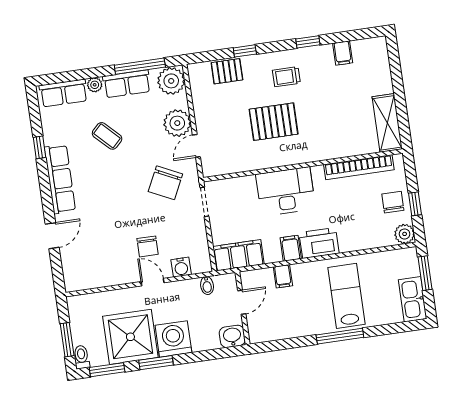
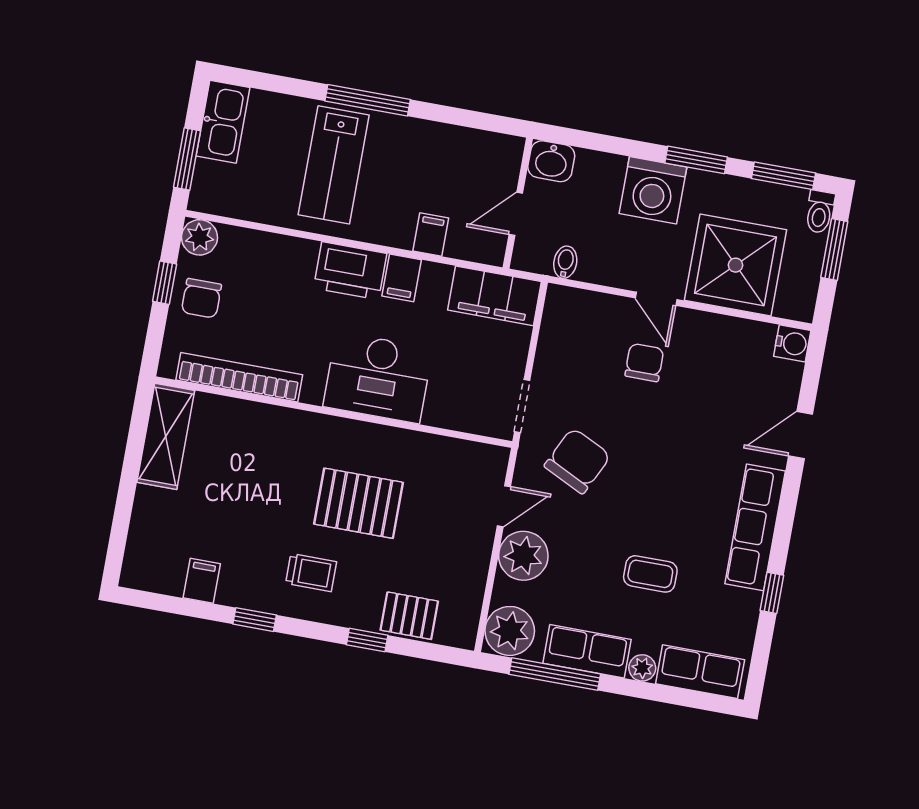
coffee table: (107, 136) -> (650, 574), turned -45
water cooler: (181, 267) -> (792, 343), moved, turned 90
shower: (130, 337) -> (736, 265), moved

